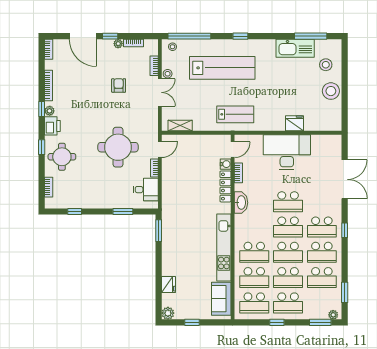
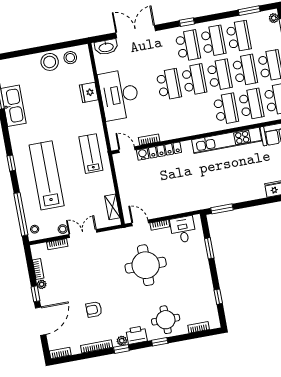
stool: (326, 65) -> (70, 58), moved
armchair: (119, 85) -> (94, 309), moved
washbasin: (241, 203) -> (106, 47), moved, turned 180

